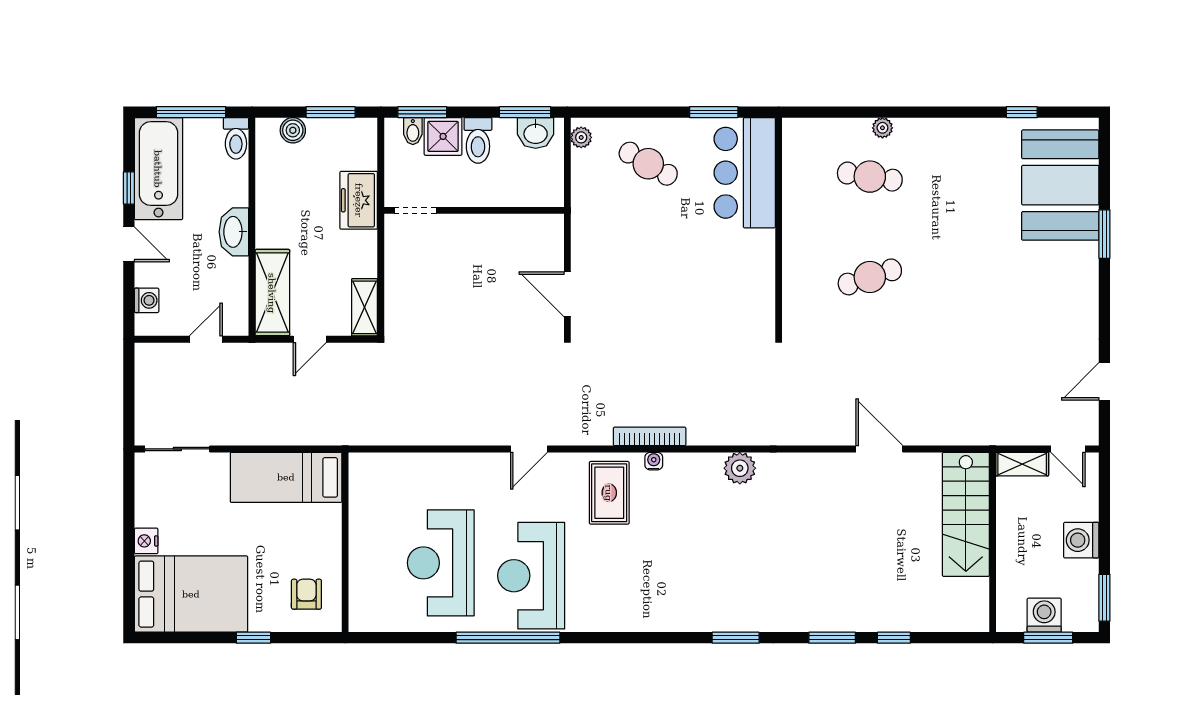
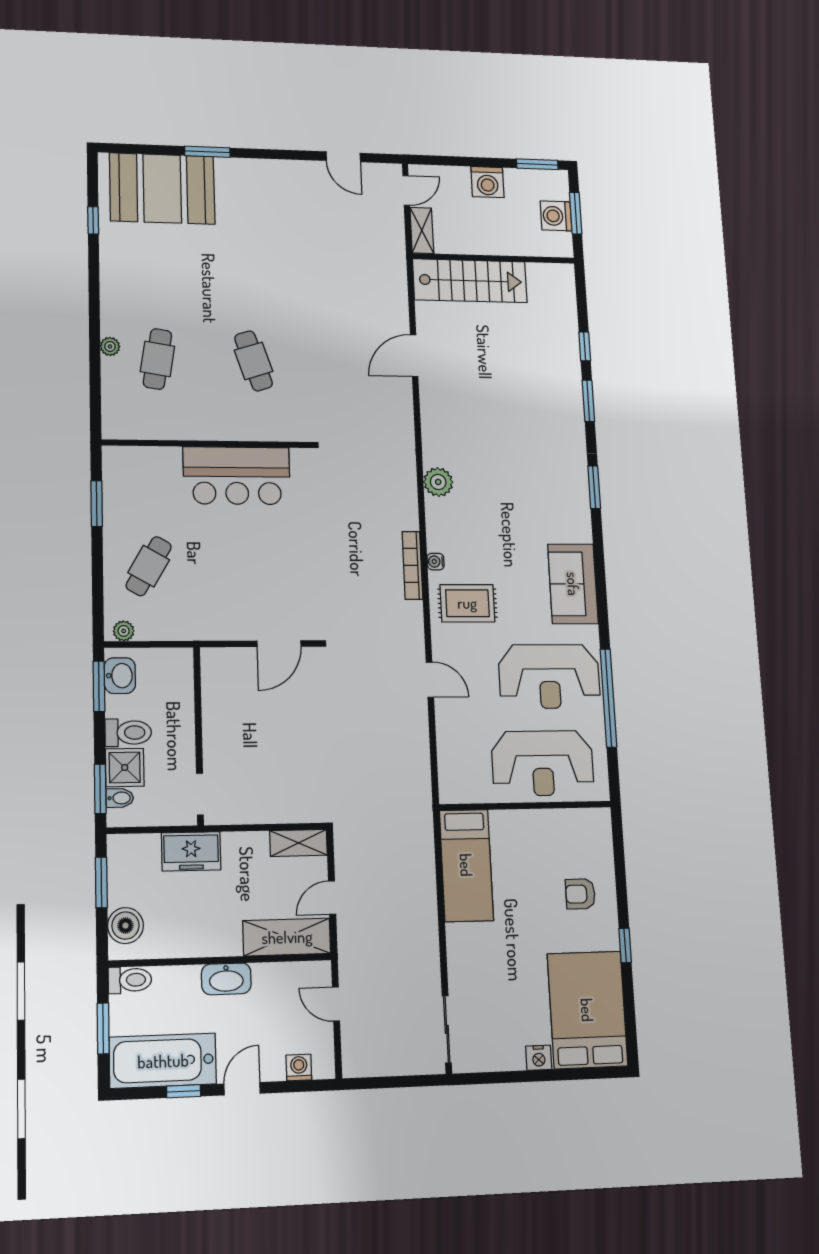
window: (191, 112) -> (103, 1028), width x0.69
boiler: (293, 130) -> (125, 926), width x1.36, depth x1.36
bar counter: (745, 173) -> (237, 476), moved
door: (310, 339) -> (332, 898), swing flipped
bed: (286, 477) -> (466, 865), moved
wall: (345, 542) -> (525, 806), moved
sofa: (630, 607) -> (573, 584), added

